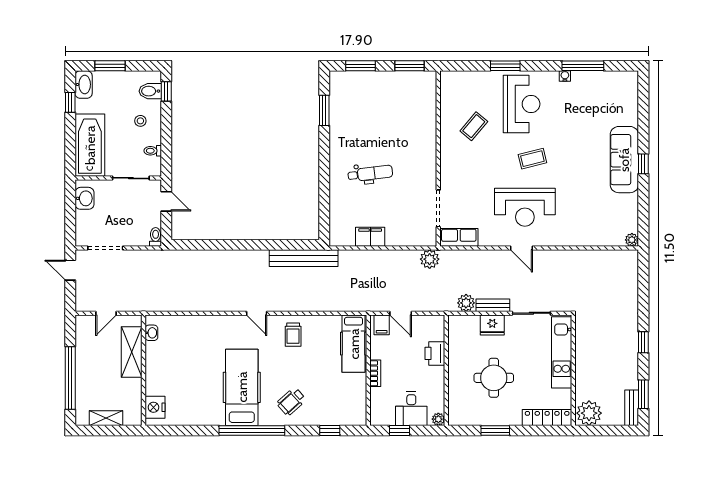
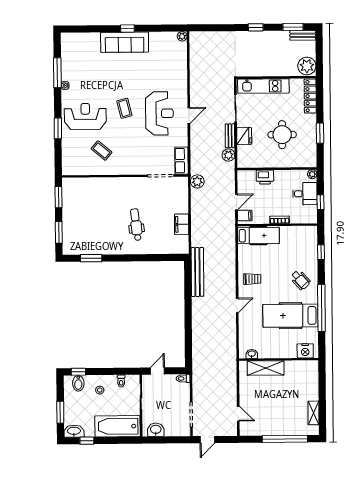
washbasin: (151, 333) -> (252, 354), moved
shelving: (132, 352) -> (266, 368), moved
wall: (143, 370) -> (279, 359), moved
nightstand: (155, 407) -> (305, 351), moved

